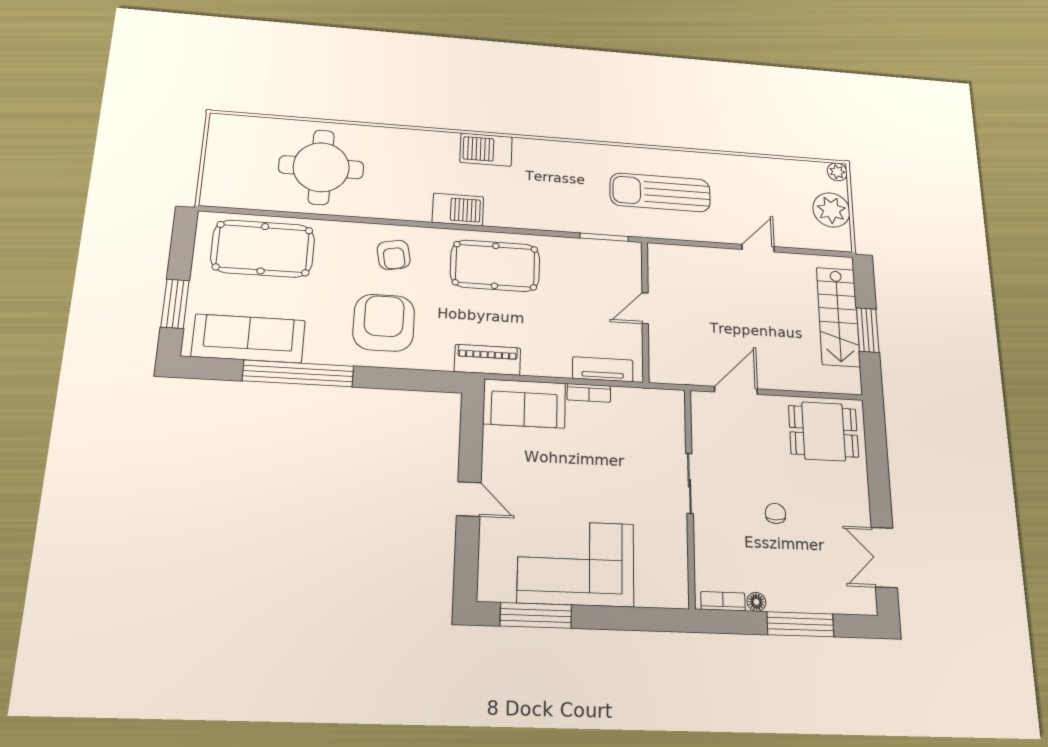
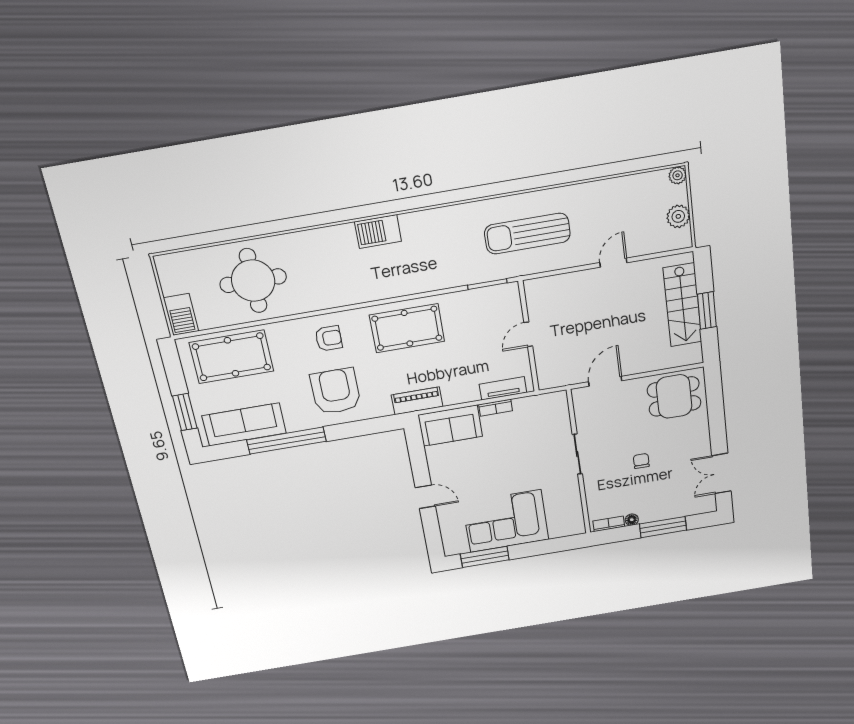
barbecue: (458, 210) -> (181, 314), moved, turned 90
plant: (831, 210) -> (678, 216), width x0.73, depth x0.73
armchair: (394, 255) -> (329, 338), turned -79

